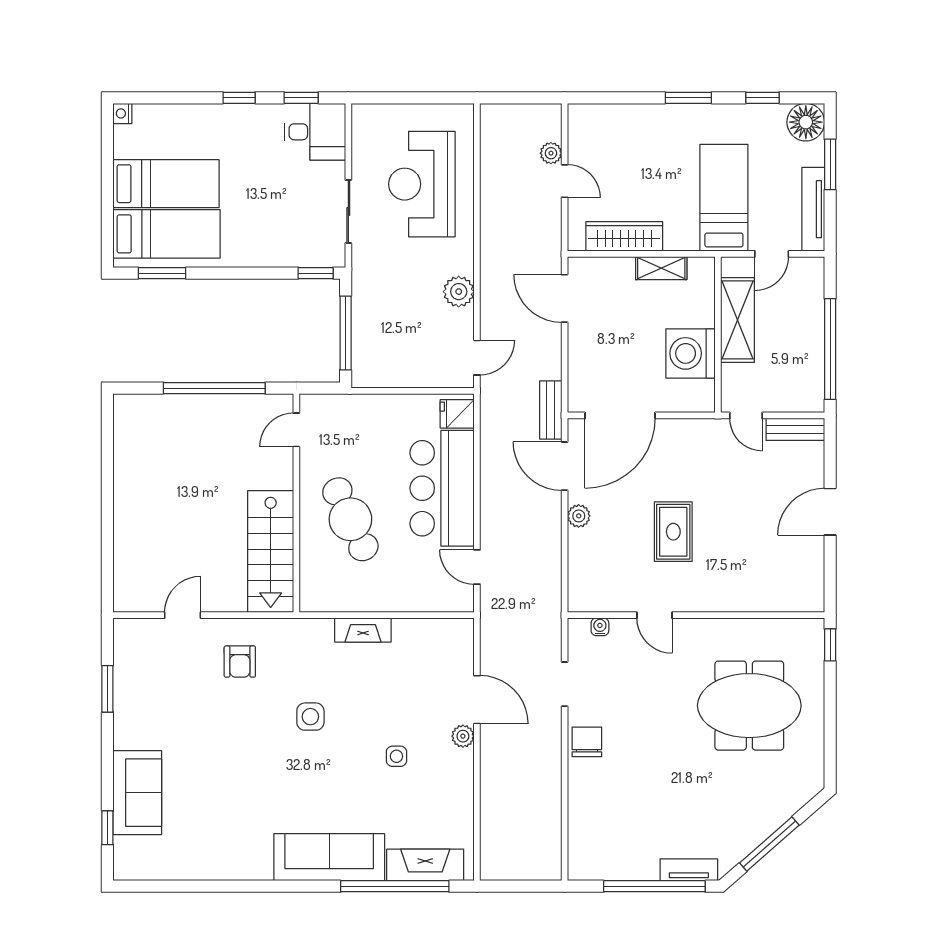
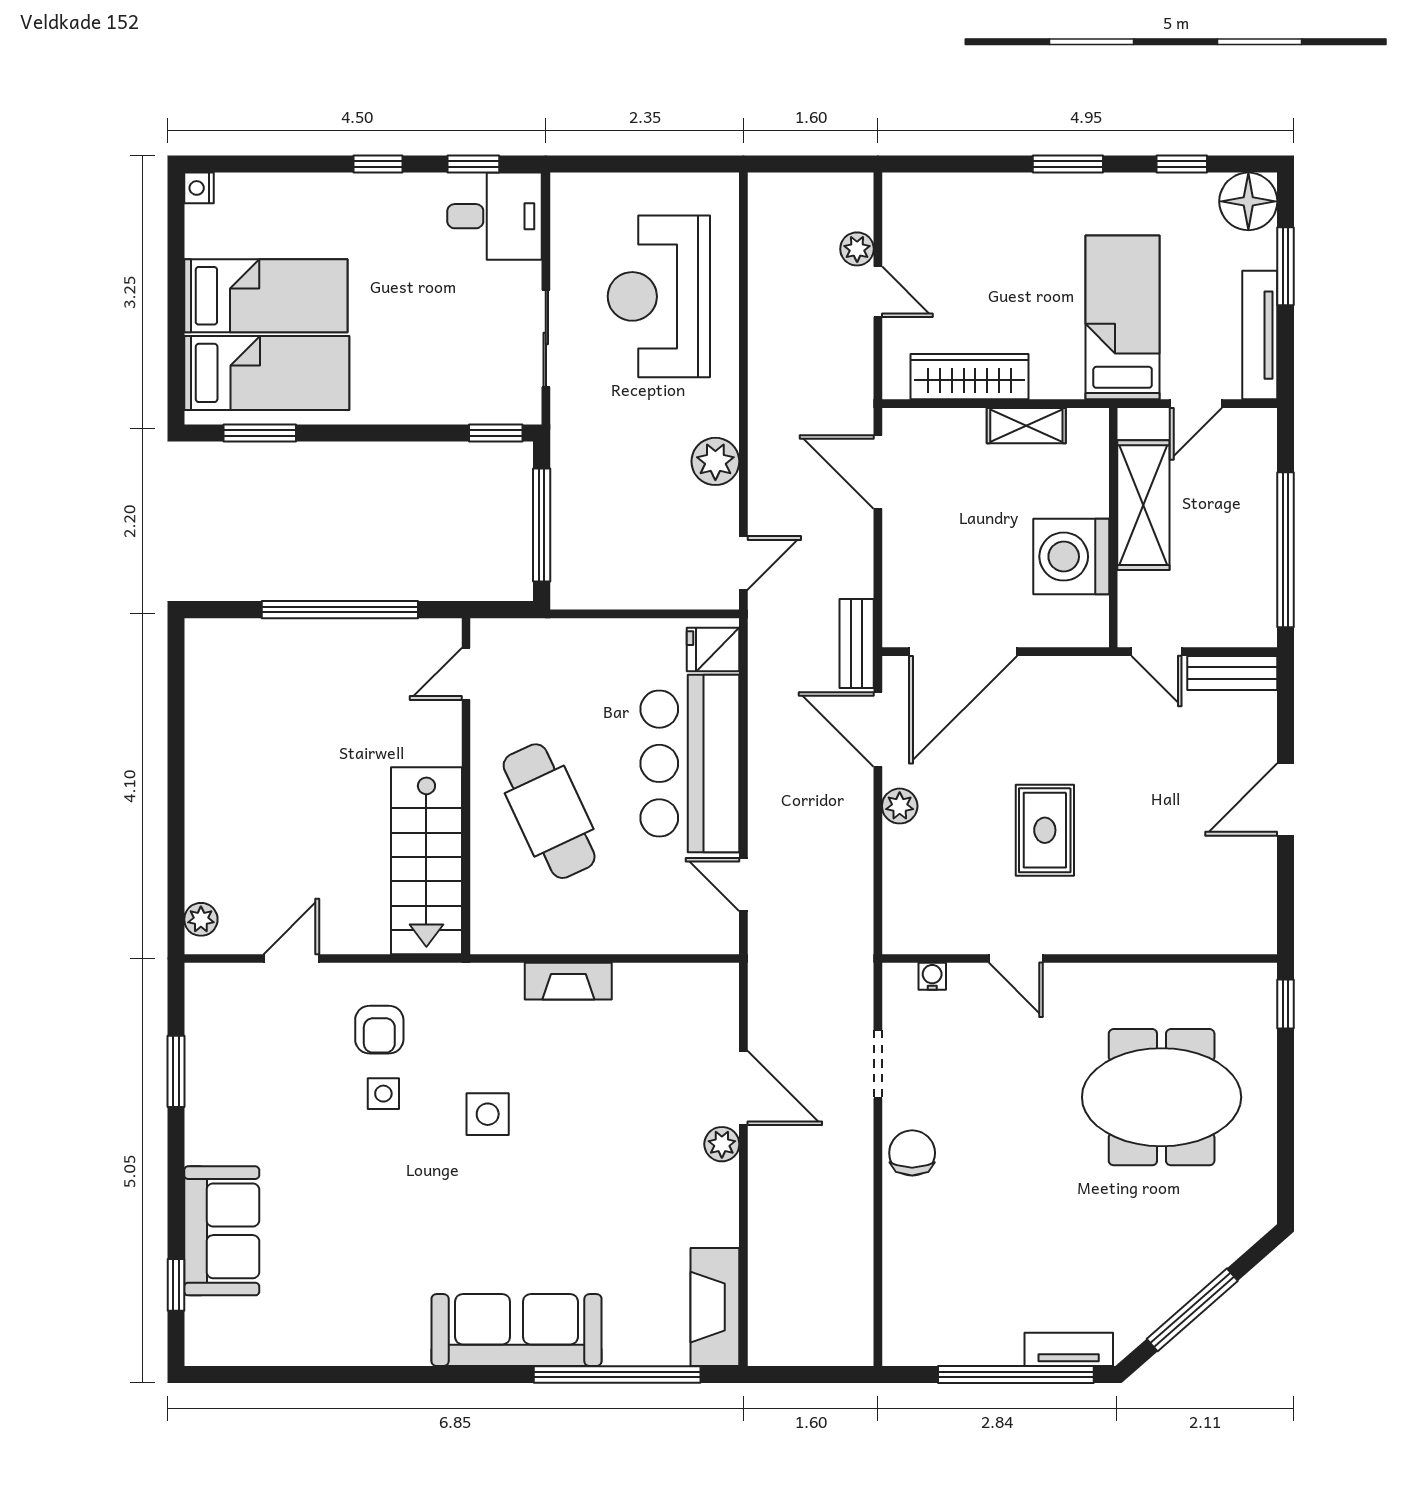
plant: (124, 590) -> (201, 919), added
side table: (396, 756) -> (383, 1094), moved
fireplace: (425, 865) -> (715, 1307), moved, turned -90

